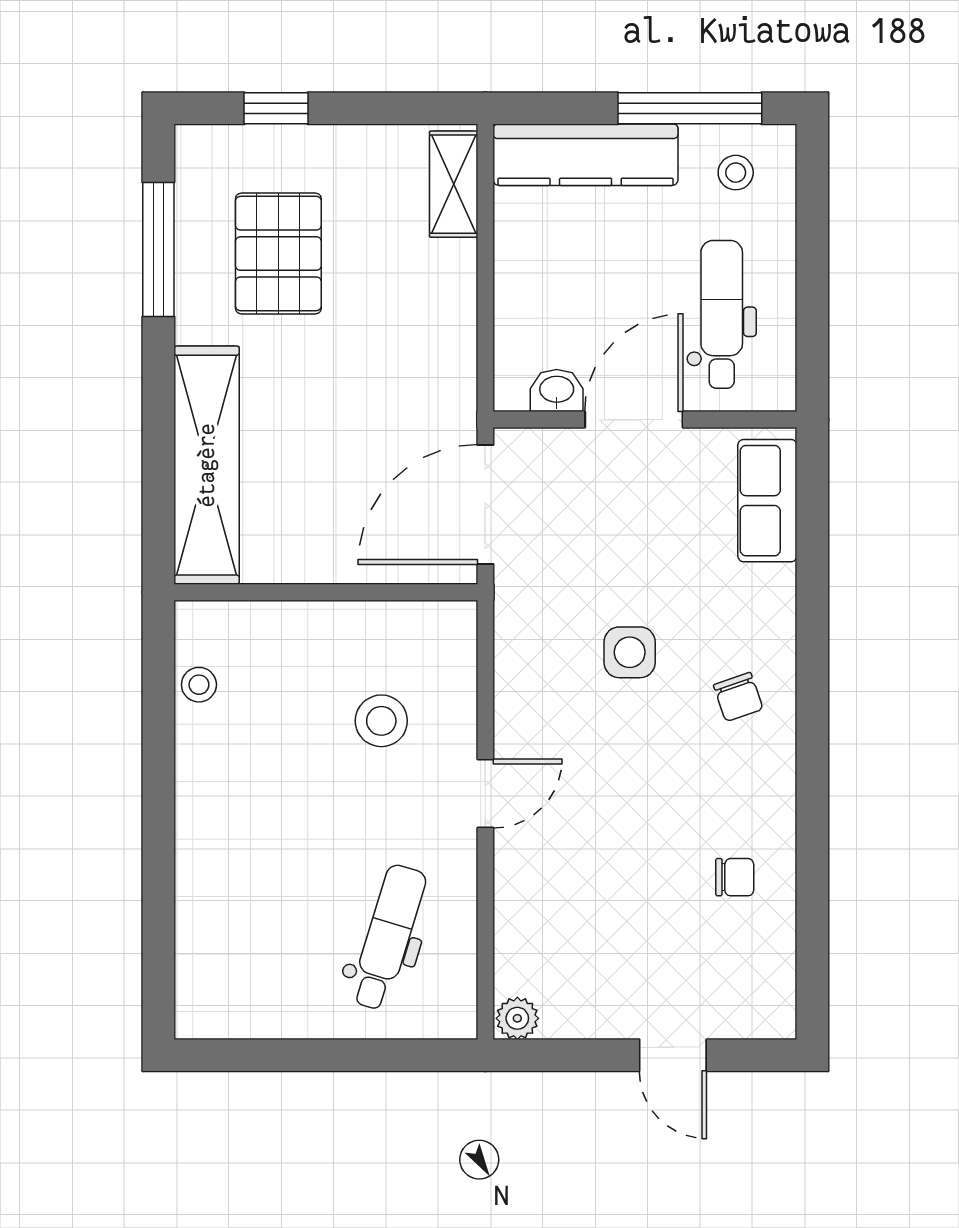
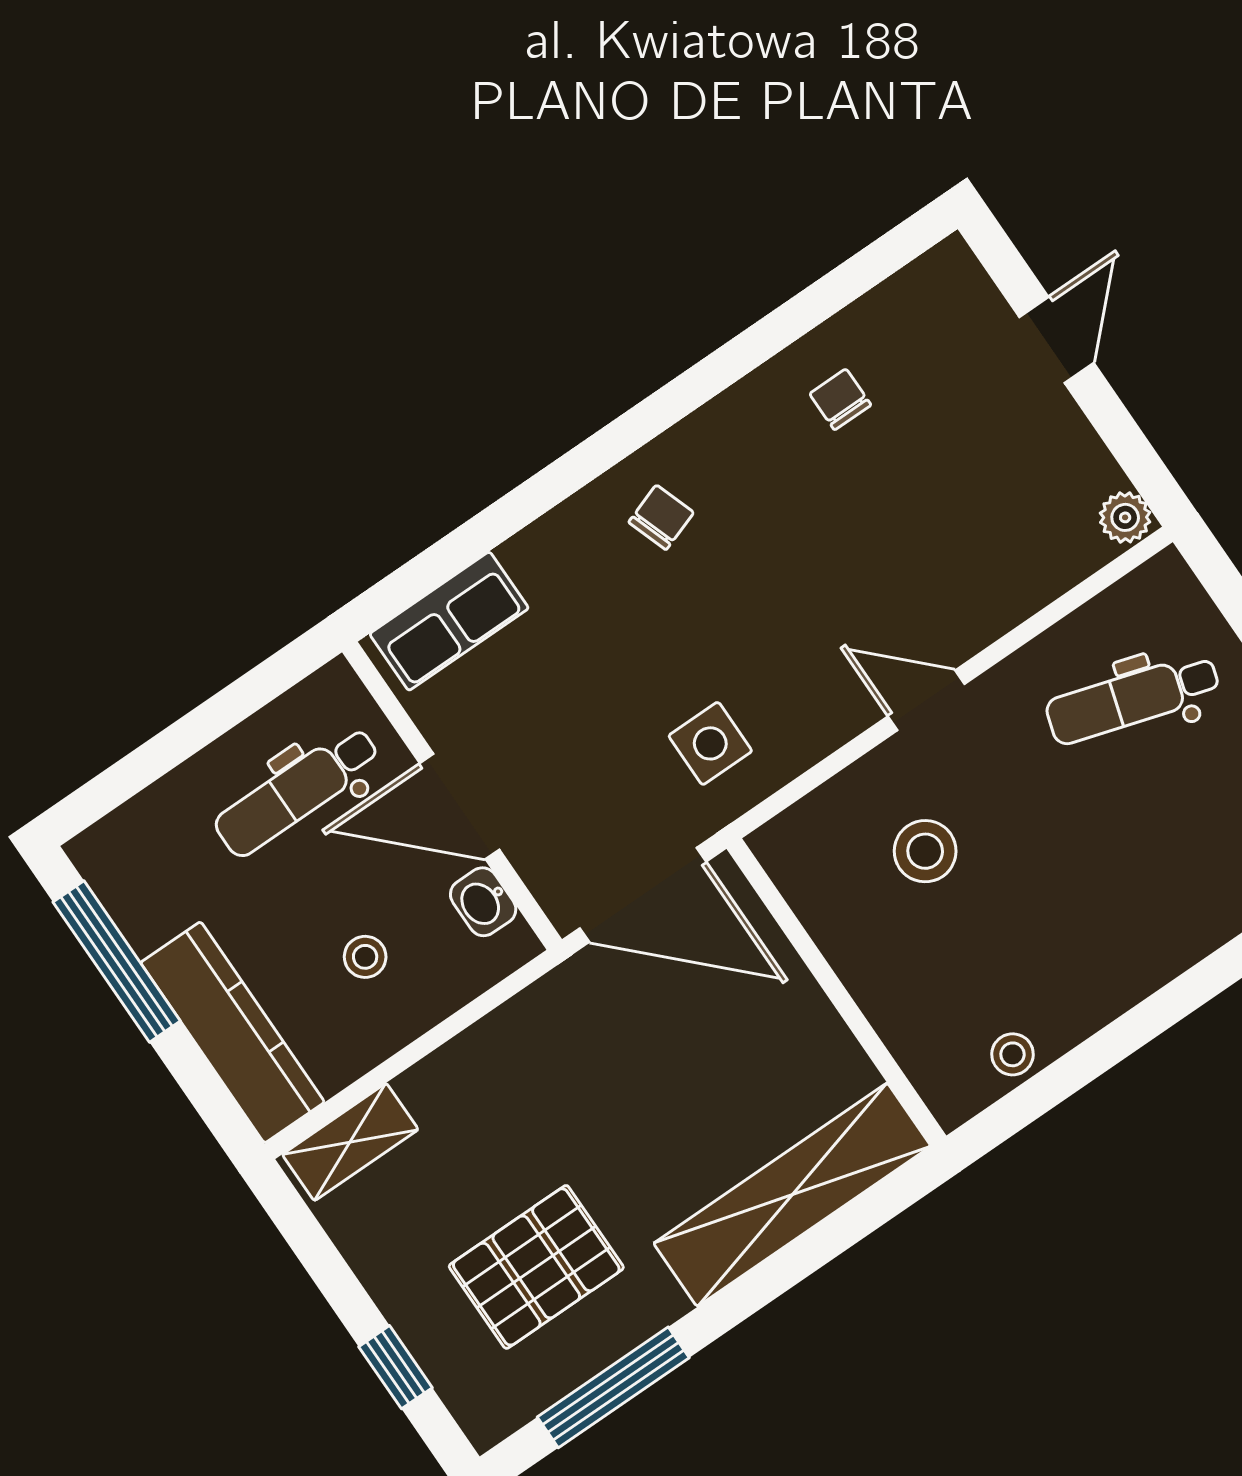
stool: (736, 173) -> (365, 957), moved
side table: (630, 652) -> (710, 743), moved

